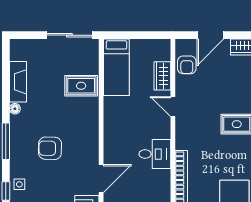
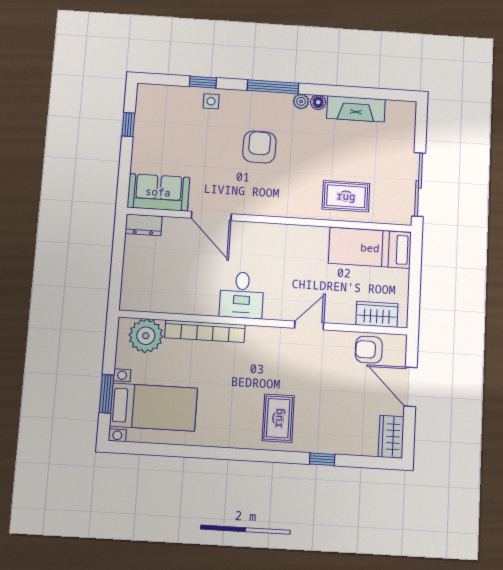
wardrobe: (162, 76) -> (377, 314), moved
rug: (81, 86) -> (346, 196), turned 90
plant: (15, 121) -> (301, 101), added

